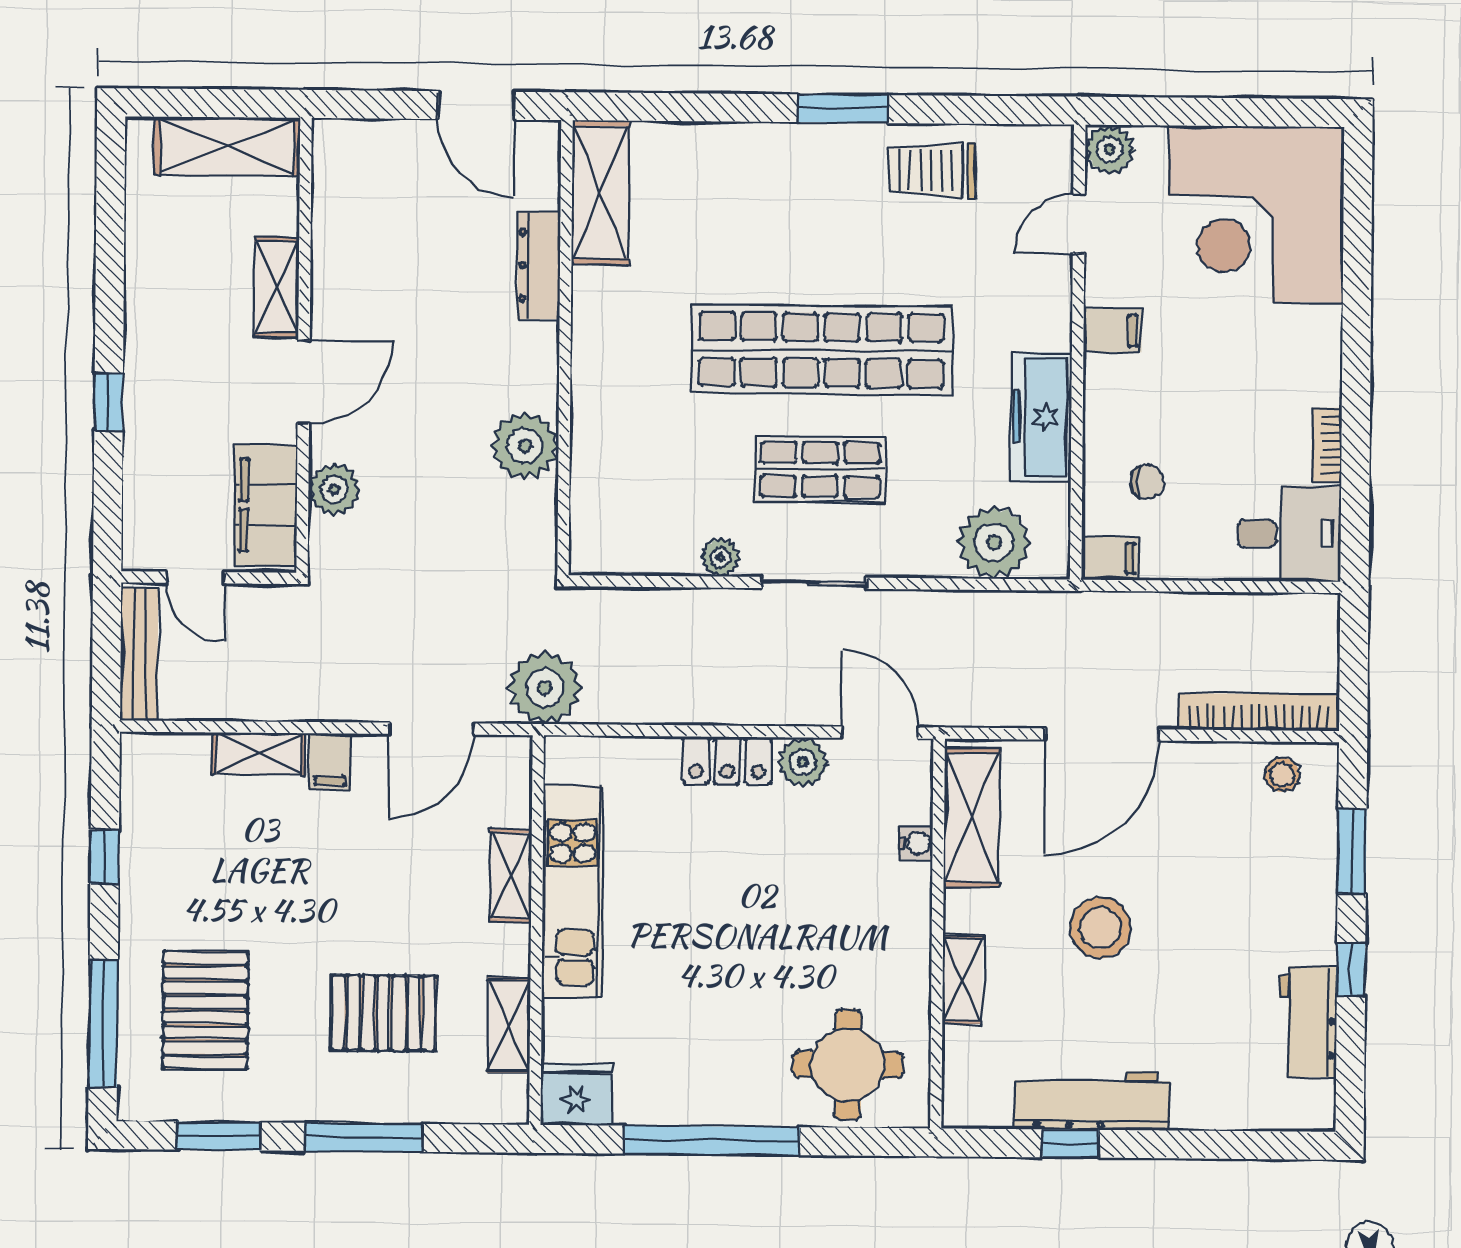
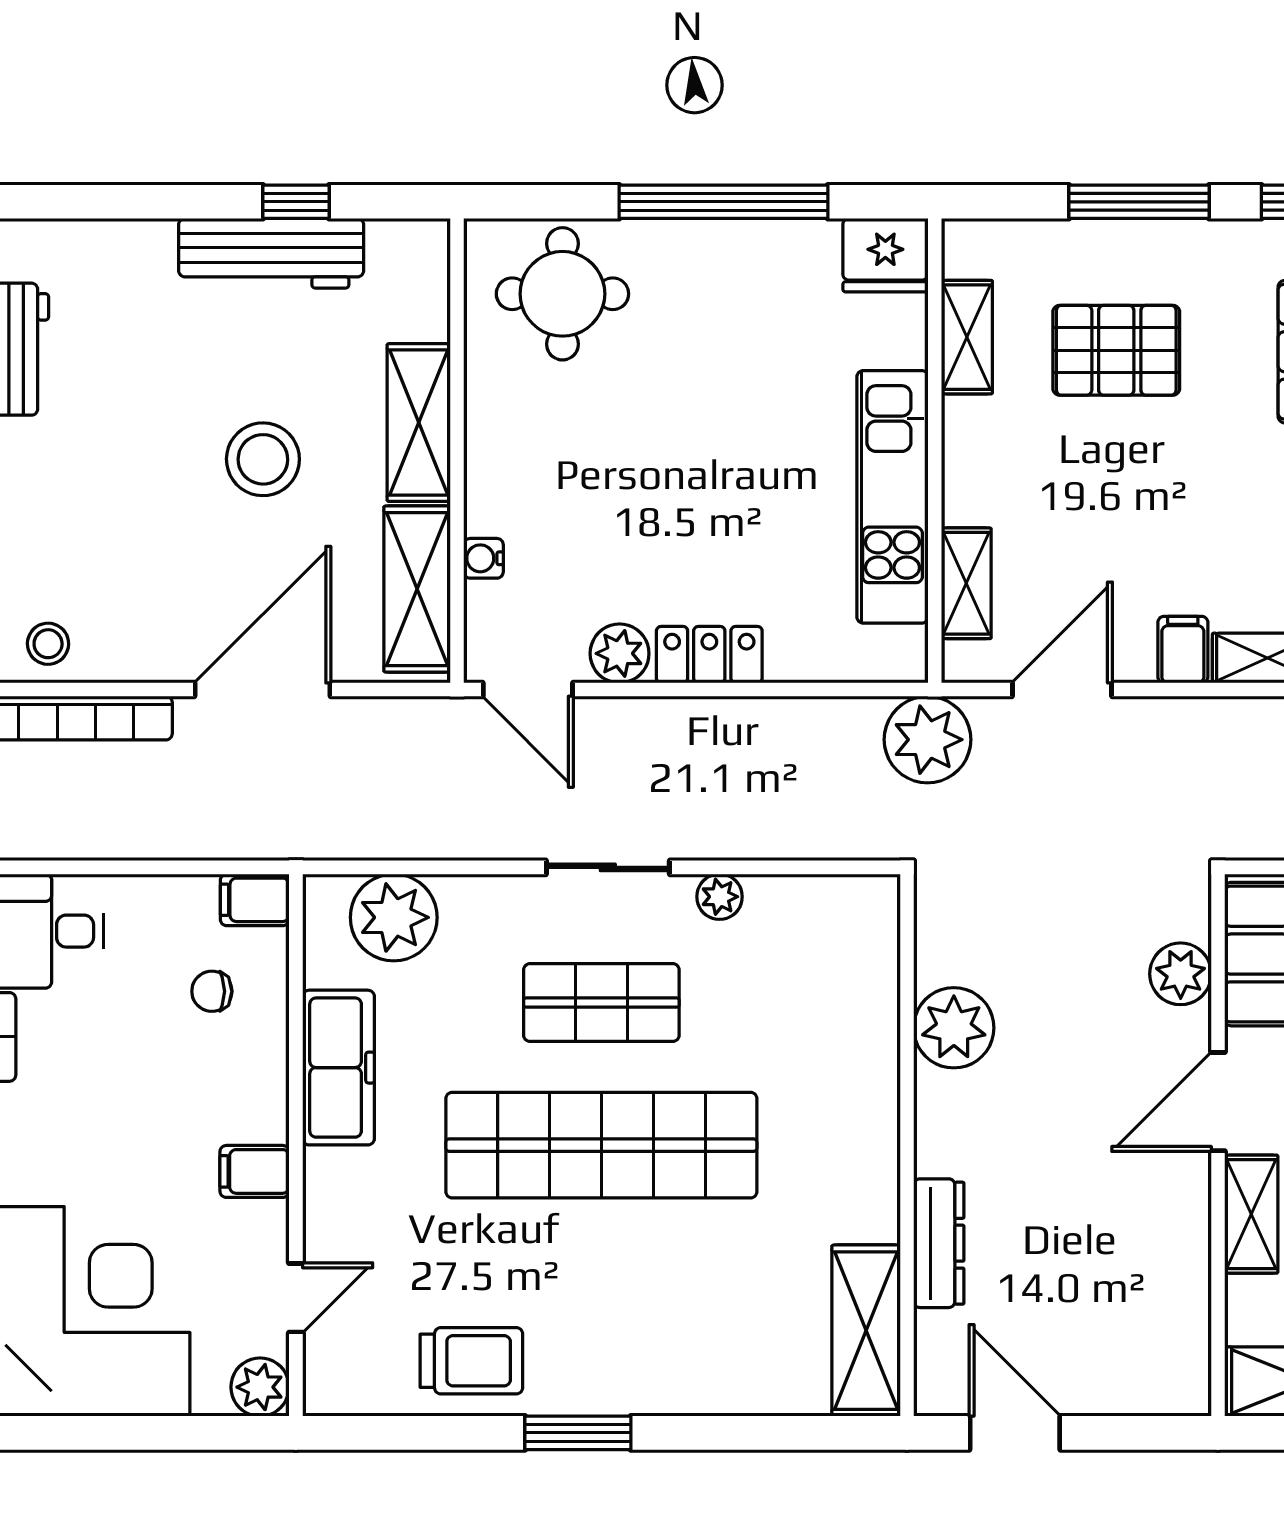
shelving: (511, 876) -> (966, 583), moved
shelving: (962, 979) -> (419, 423), width x1.50, depth x1.33

